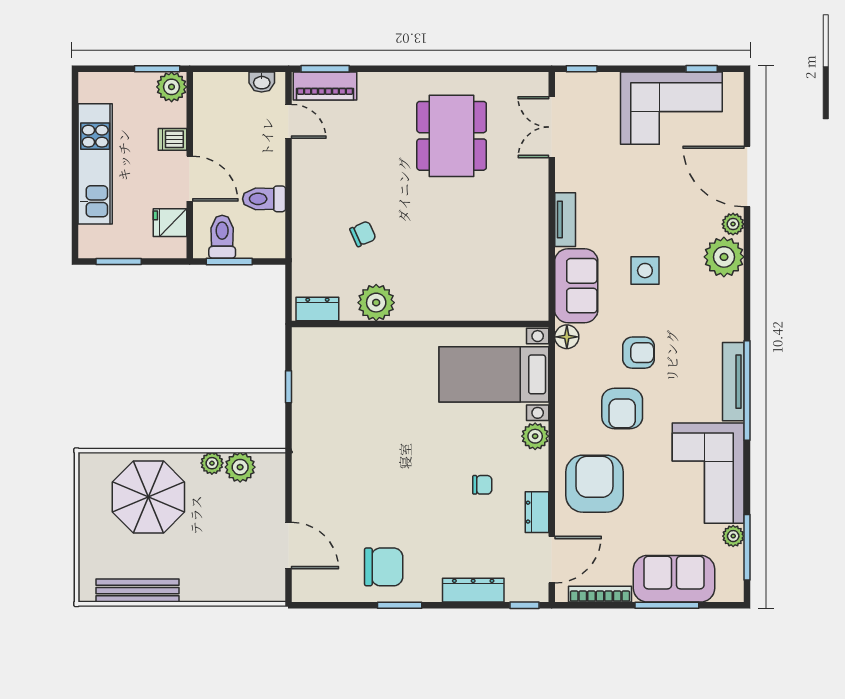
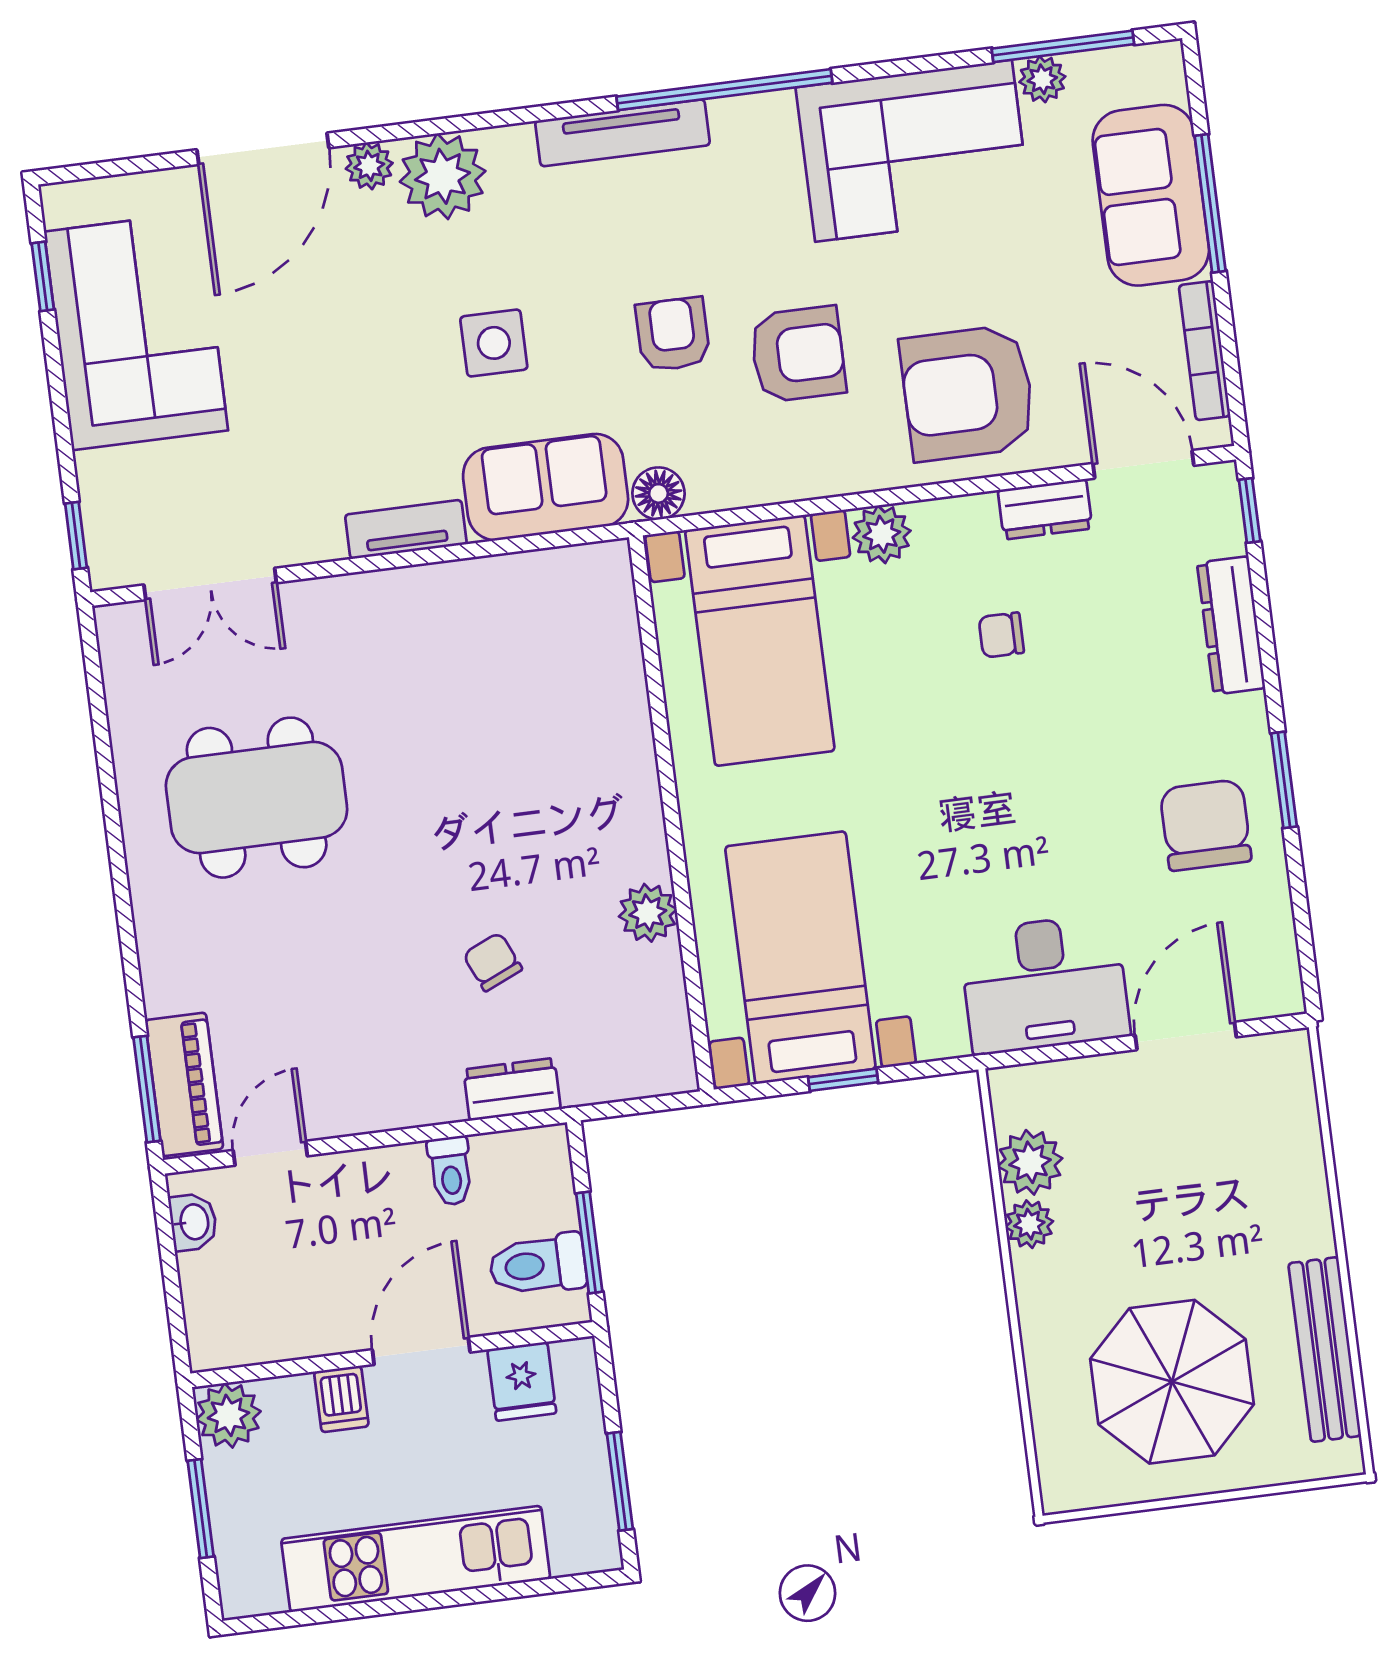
window: (157, 69) -> (201, 1509), moved
toilet: (264, 199) -> (450, 1171), width x0.73, depth x0.72
plant: (376, 303) -> (648, 913), width x0.73, depth x0.73
dresser: (317, 309) -> (512, 1089), moved, turned 90
bed with nightstands: (347, 374) -> (800, 958), added
tv unit: (733, 382) -> (623, 133), moved
desk: (321, 484) -> (1044, 984), added
chair: (482, 485) -> (1001, 635), turned -90
parasol: (148, 497) -> (1172, 1382), moved

